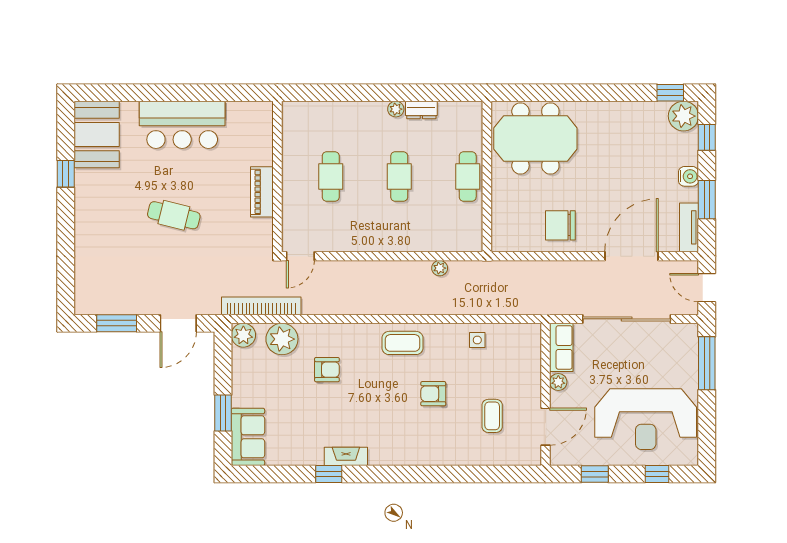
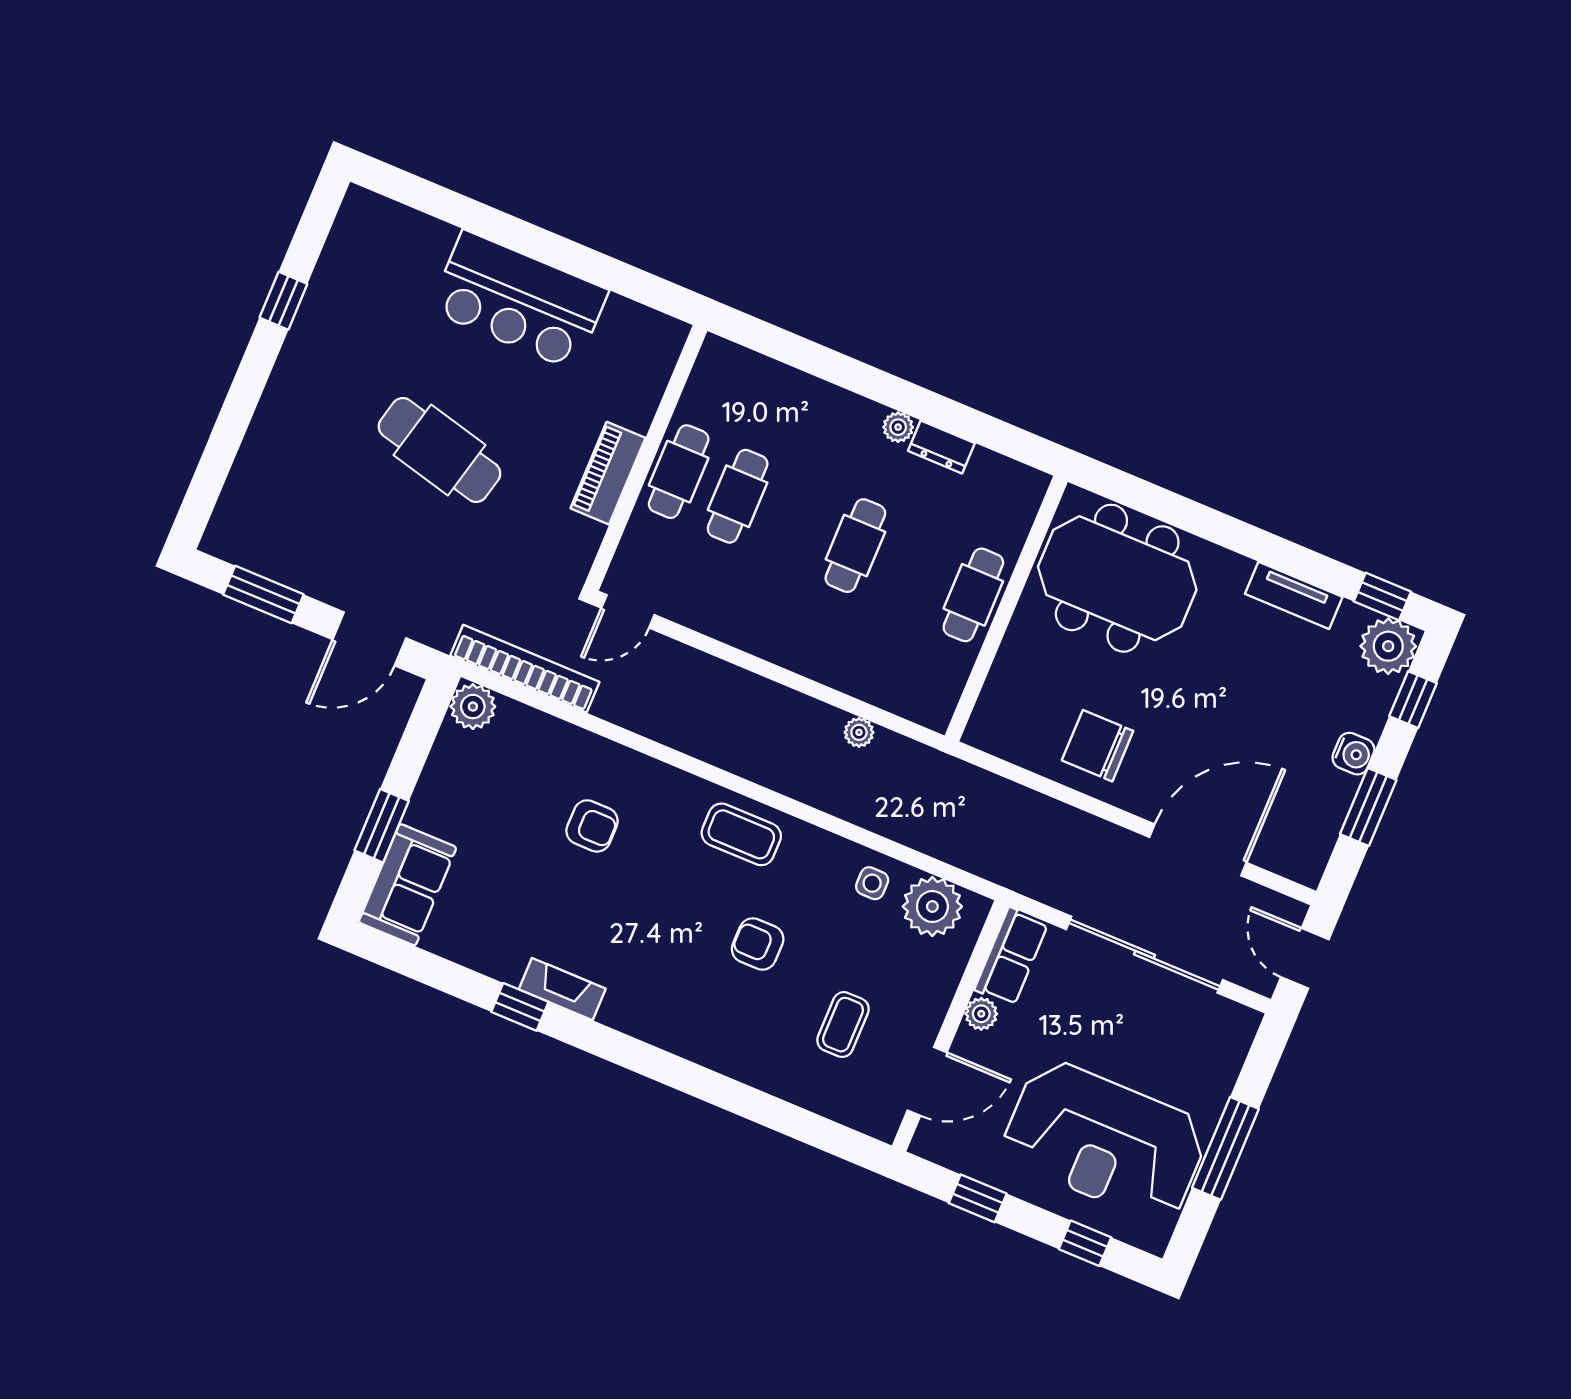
booth: (97, 135) -> (365, 255), removed
cafe table: (297, 176) -> (679, 472), added
cafe table: (174, 215) -> (439, 450), width x1.37, depth x1.35
tv unit: (689, 227) -> (1294, 595), moved, turned -90
plant: (282, 339) -> (932, 907), moved
window: (707, 363) -> (1225, 1148), moved

